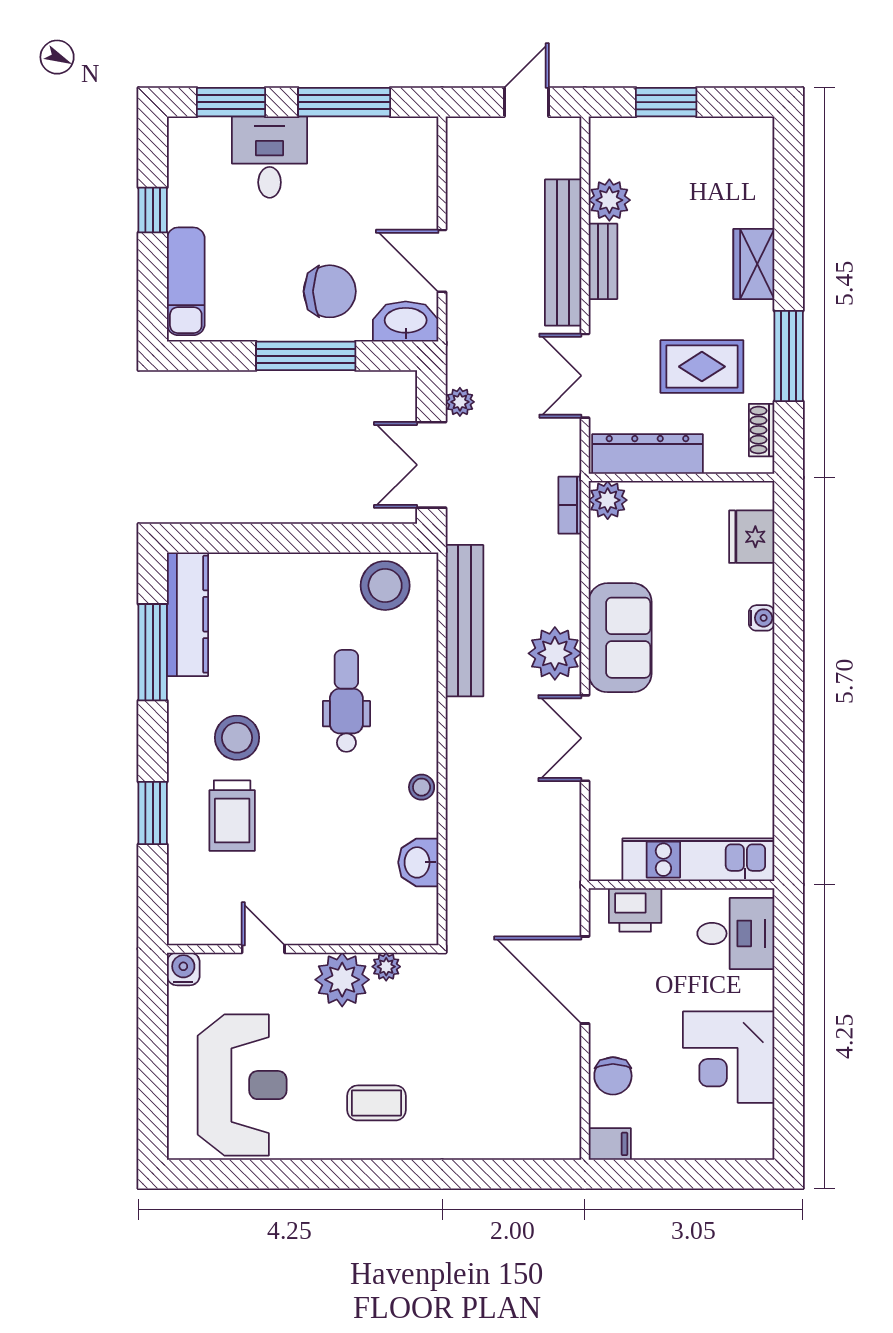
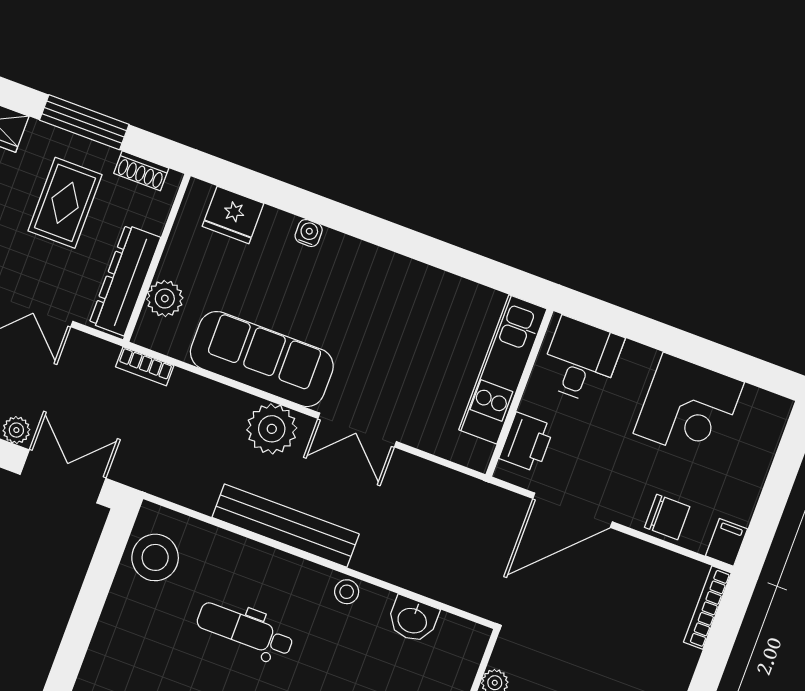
double door: (431, 465) -> (63, 476), swing flipped
plant: (608, 500) -> (165, 298), moved
bench: (464, 621) -> (286, 526), moved
sofa: (620, 638) -> (262, 359), width x1.36
bookcase: (538, 1149) -> (707, 607), added

